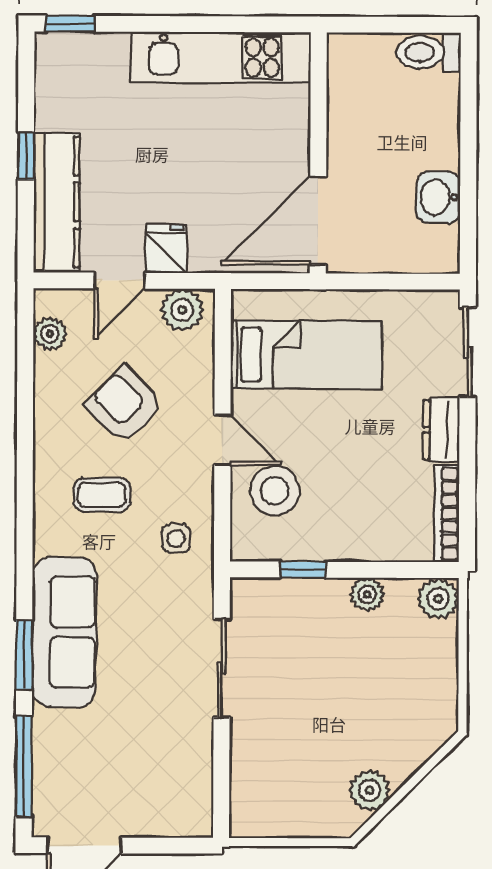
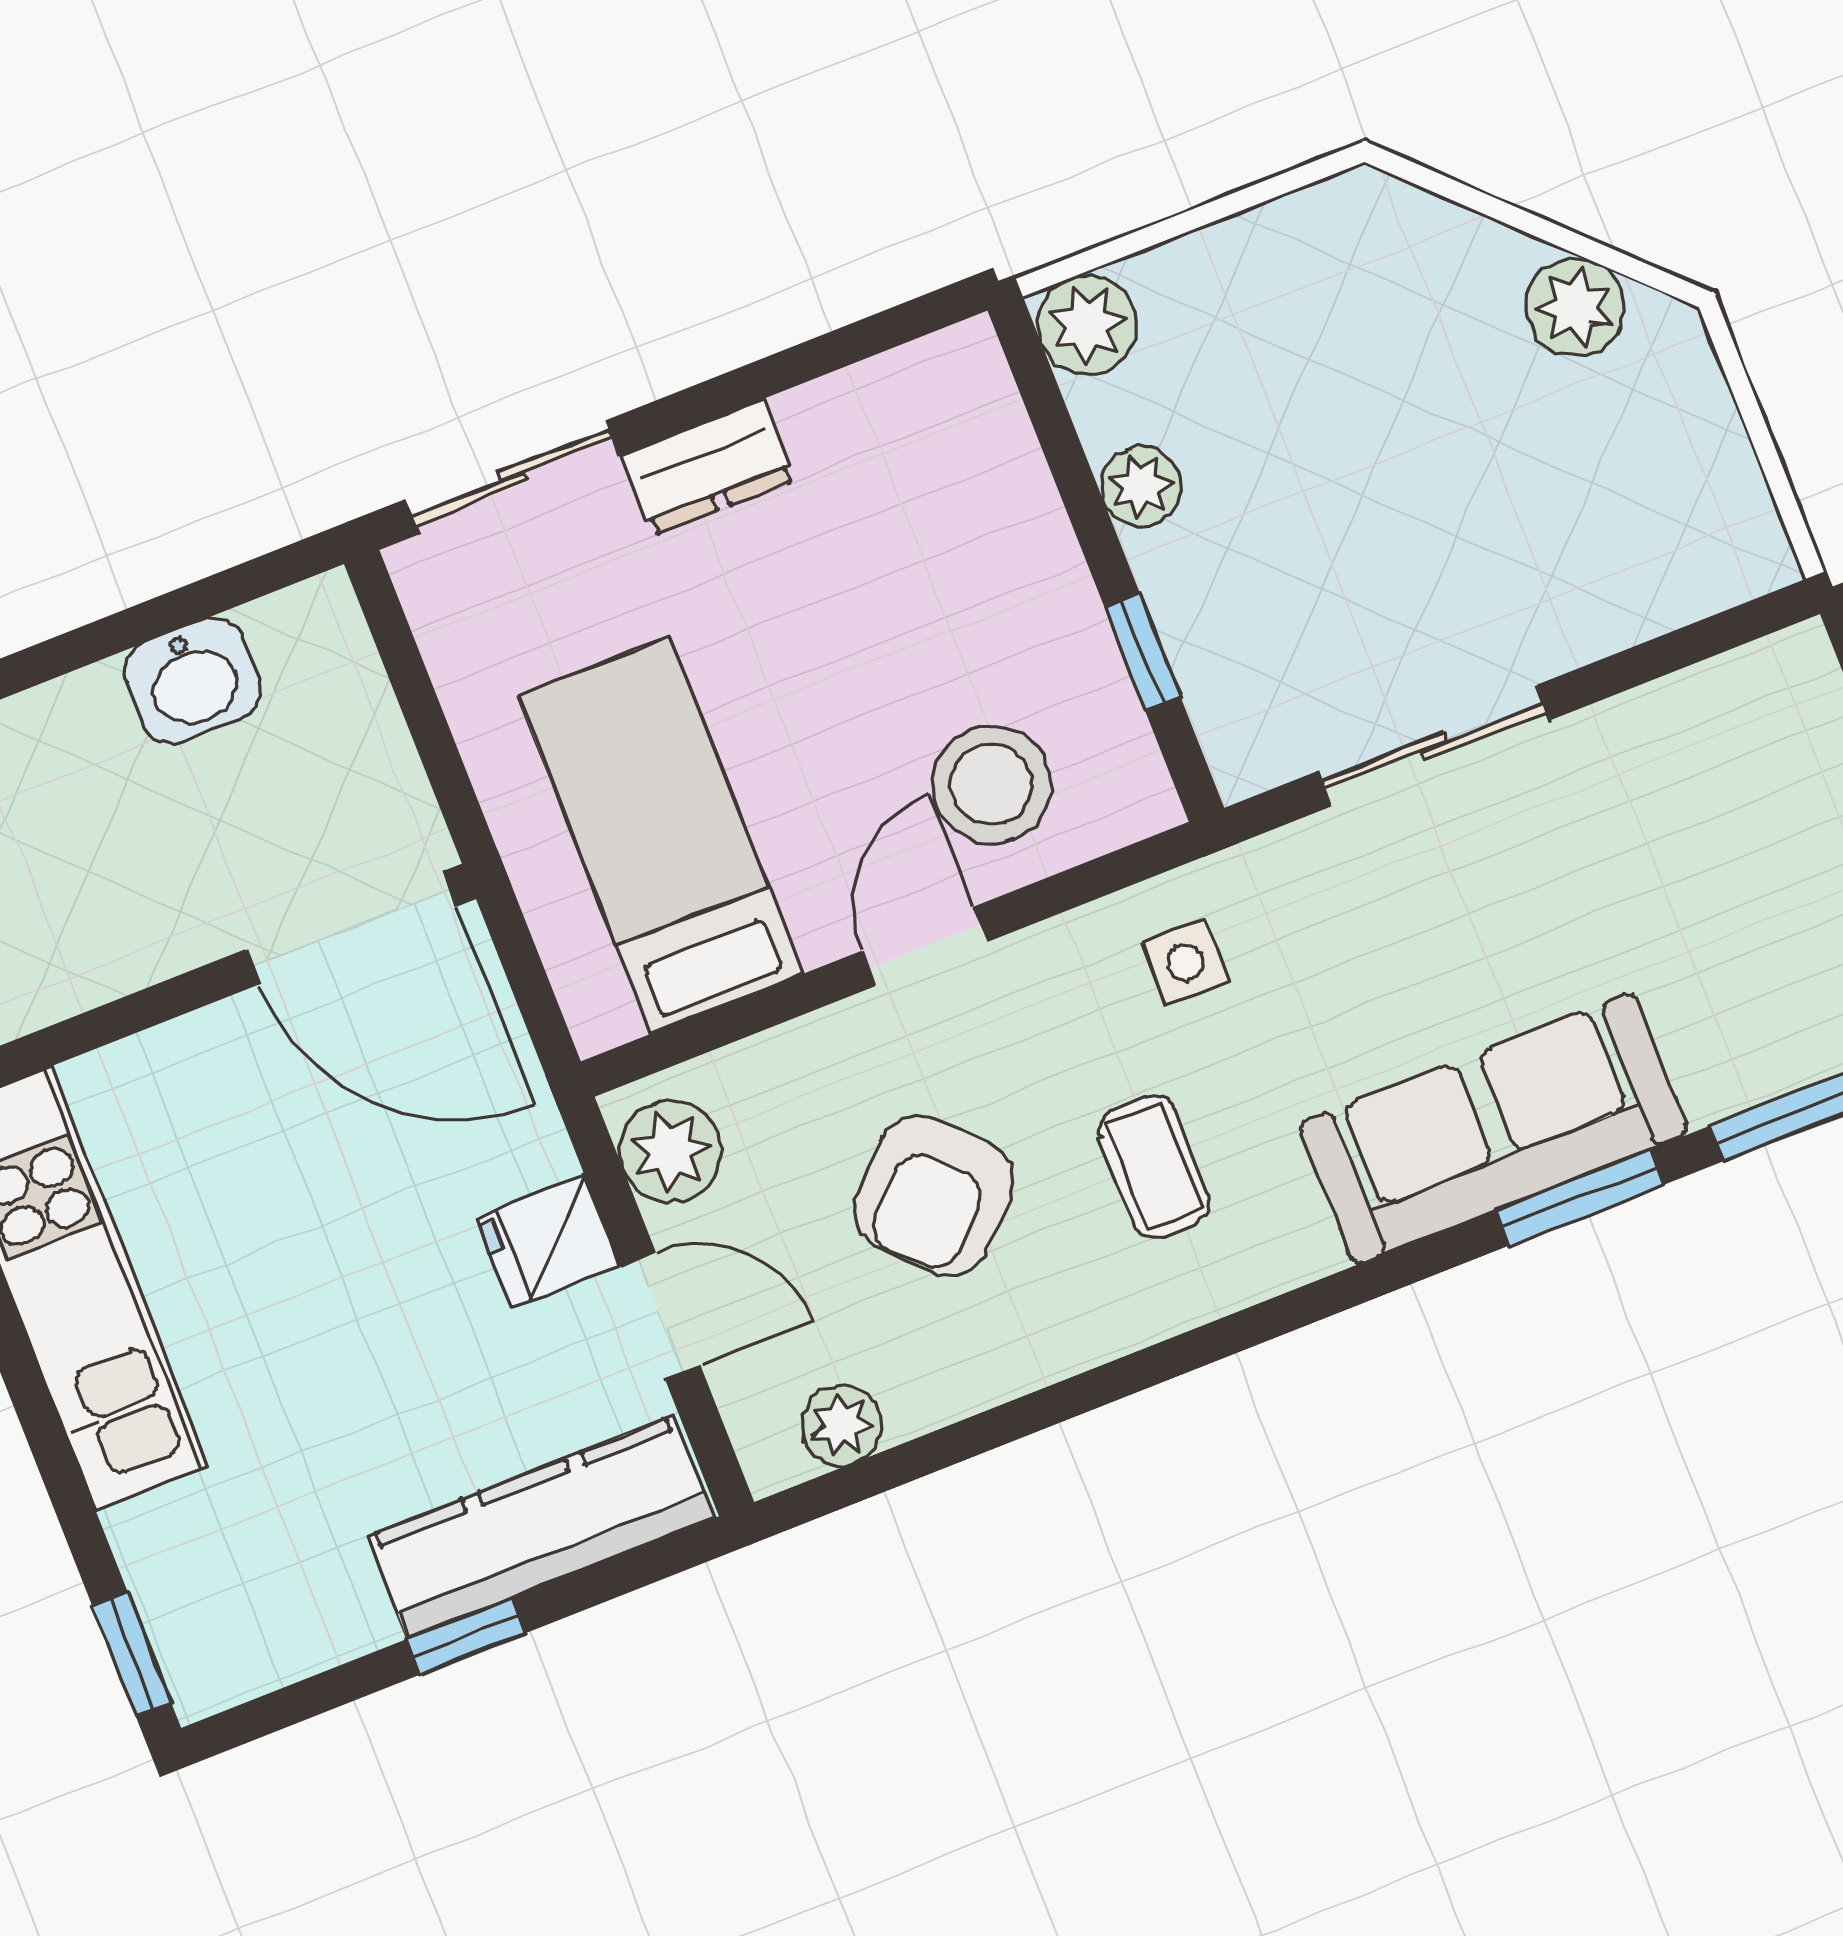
bookcase: (447, 514) -> (890, 381), removed

